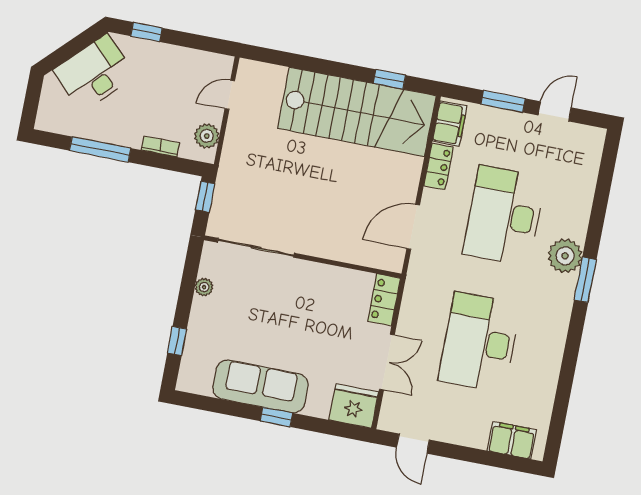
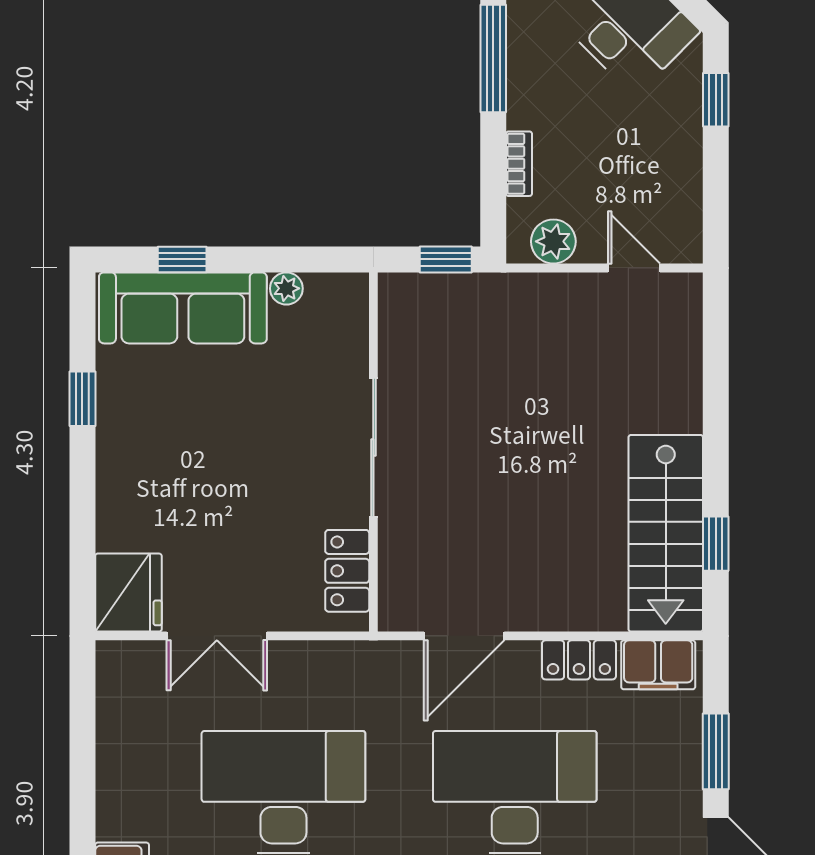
stairs: (357, 112) -> (666, 533), width x0.73, depth x0.66
door: (413, 227) -> (464, 636), swing flipped
sliding door: (256, 248) -> (373, 447), moved
locker: (384, 300) -> (347, 571), moved, turned -90
sofa: (260, 386) -> (183, 308), moved, turned 90
window: (276, 417) -> (82, 399), moved
door: (413, 444) -> (82, 710), removed

